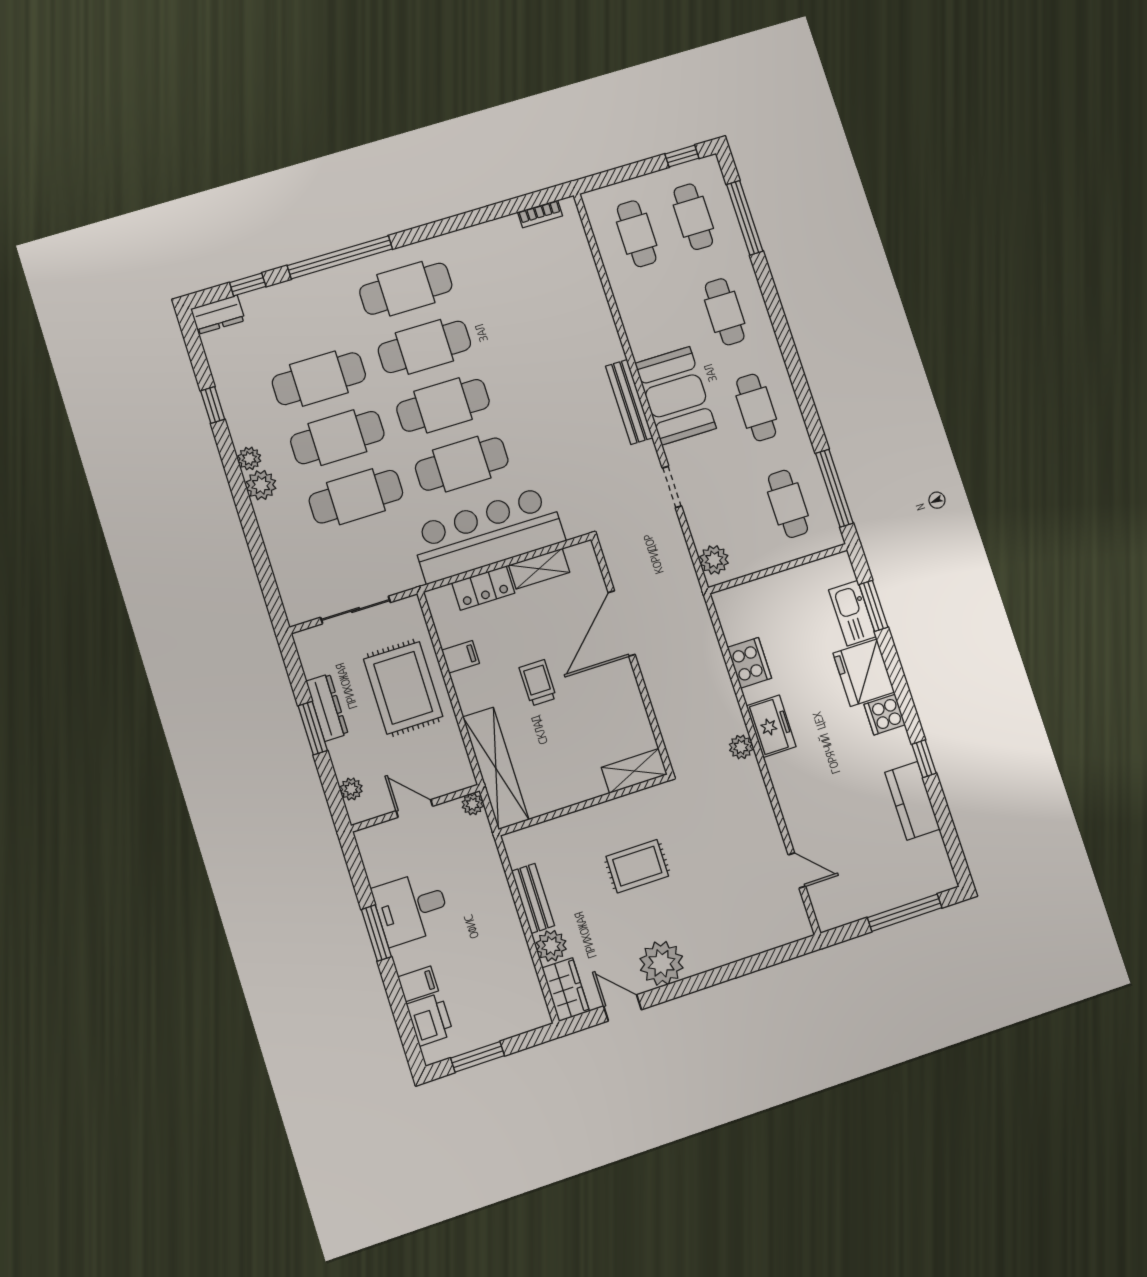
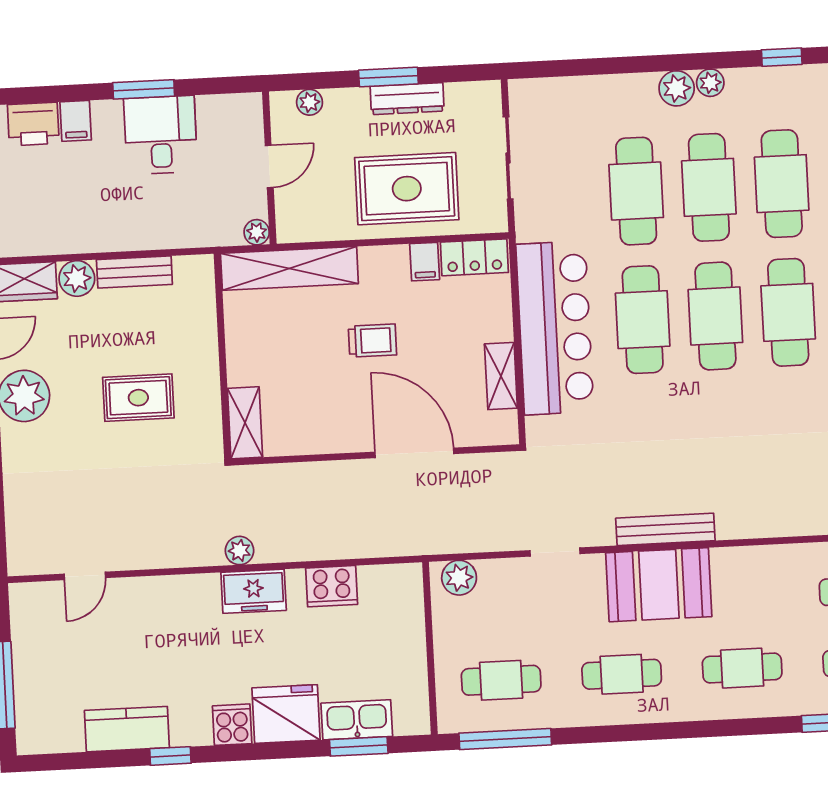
locker: (483, 588) -> (474, 257), moved, turned -90
rug: (637, 866) -> (138, 398), turned 90

